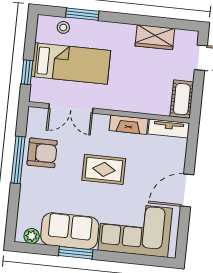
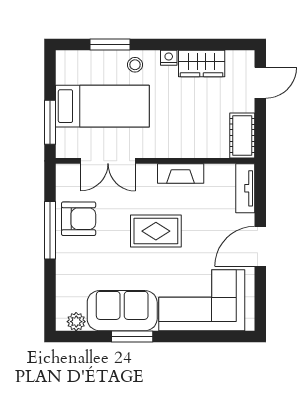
stool: (63, 27) -> (135, 65), moved
nightstand: (129, 30) -> (169, 58), added
window: (27, 72) -> (50, 122), width x1.50
tv unit: (169, 128) -> (245, 188), moved, turned 90

